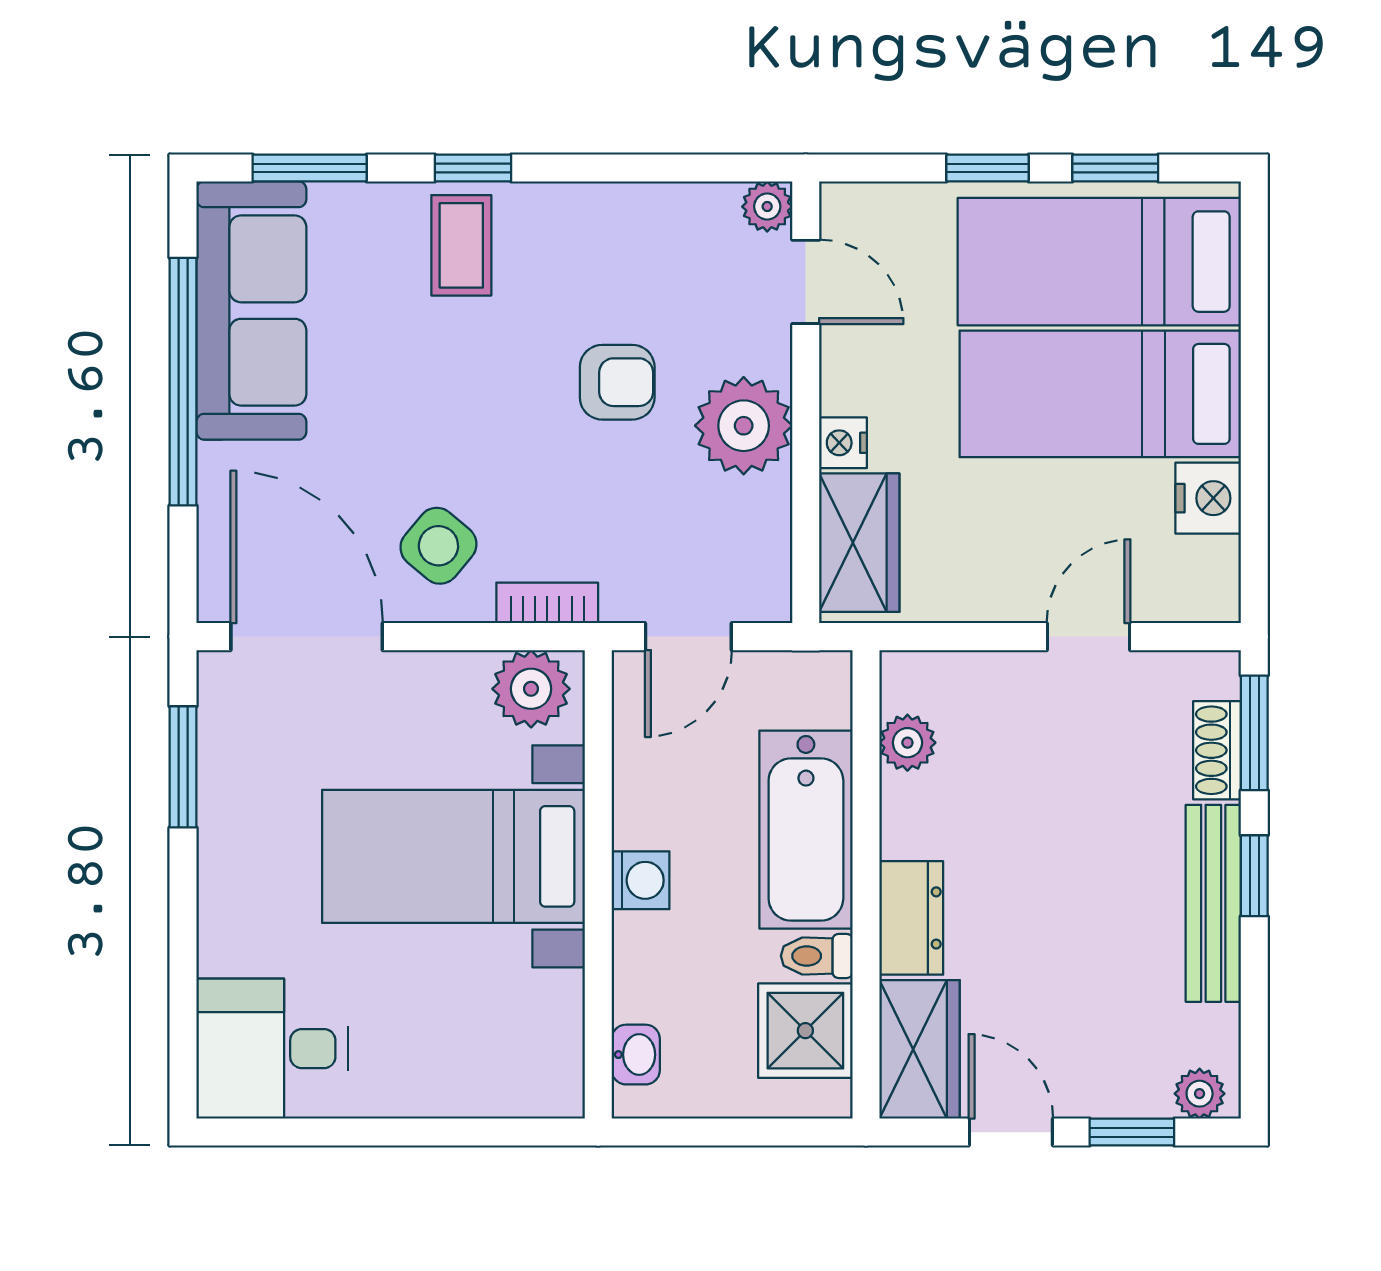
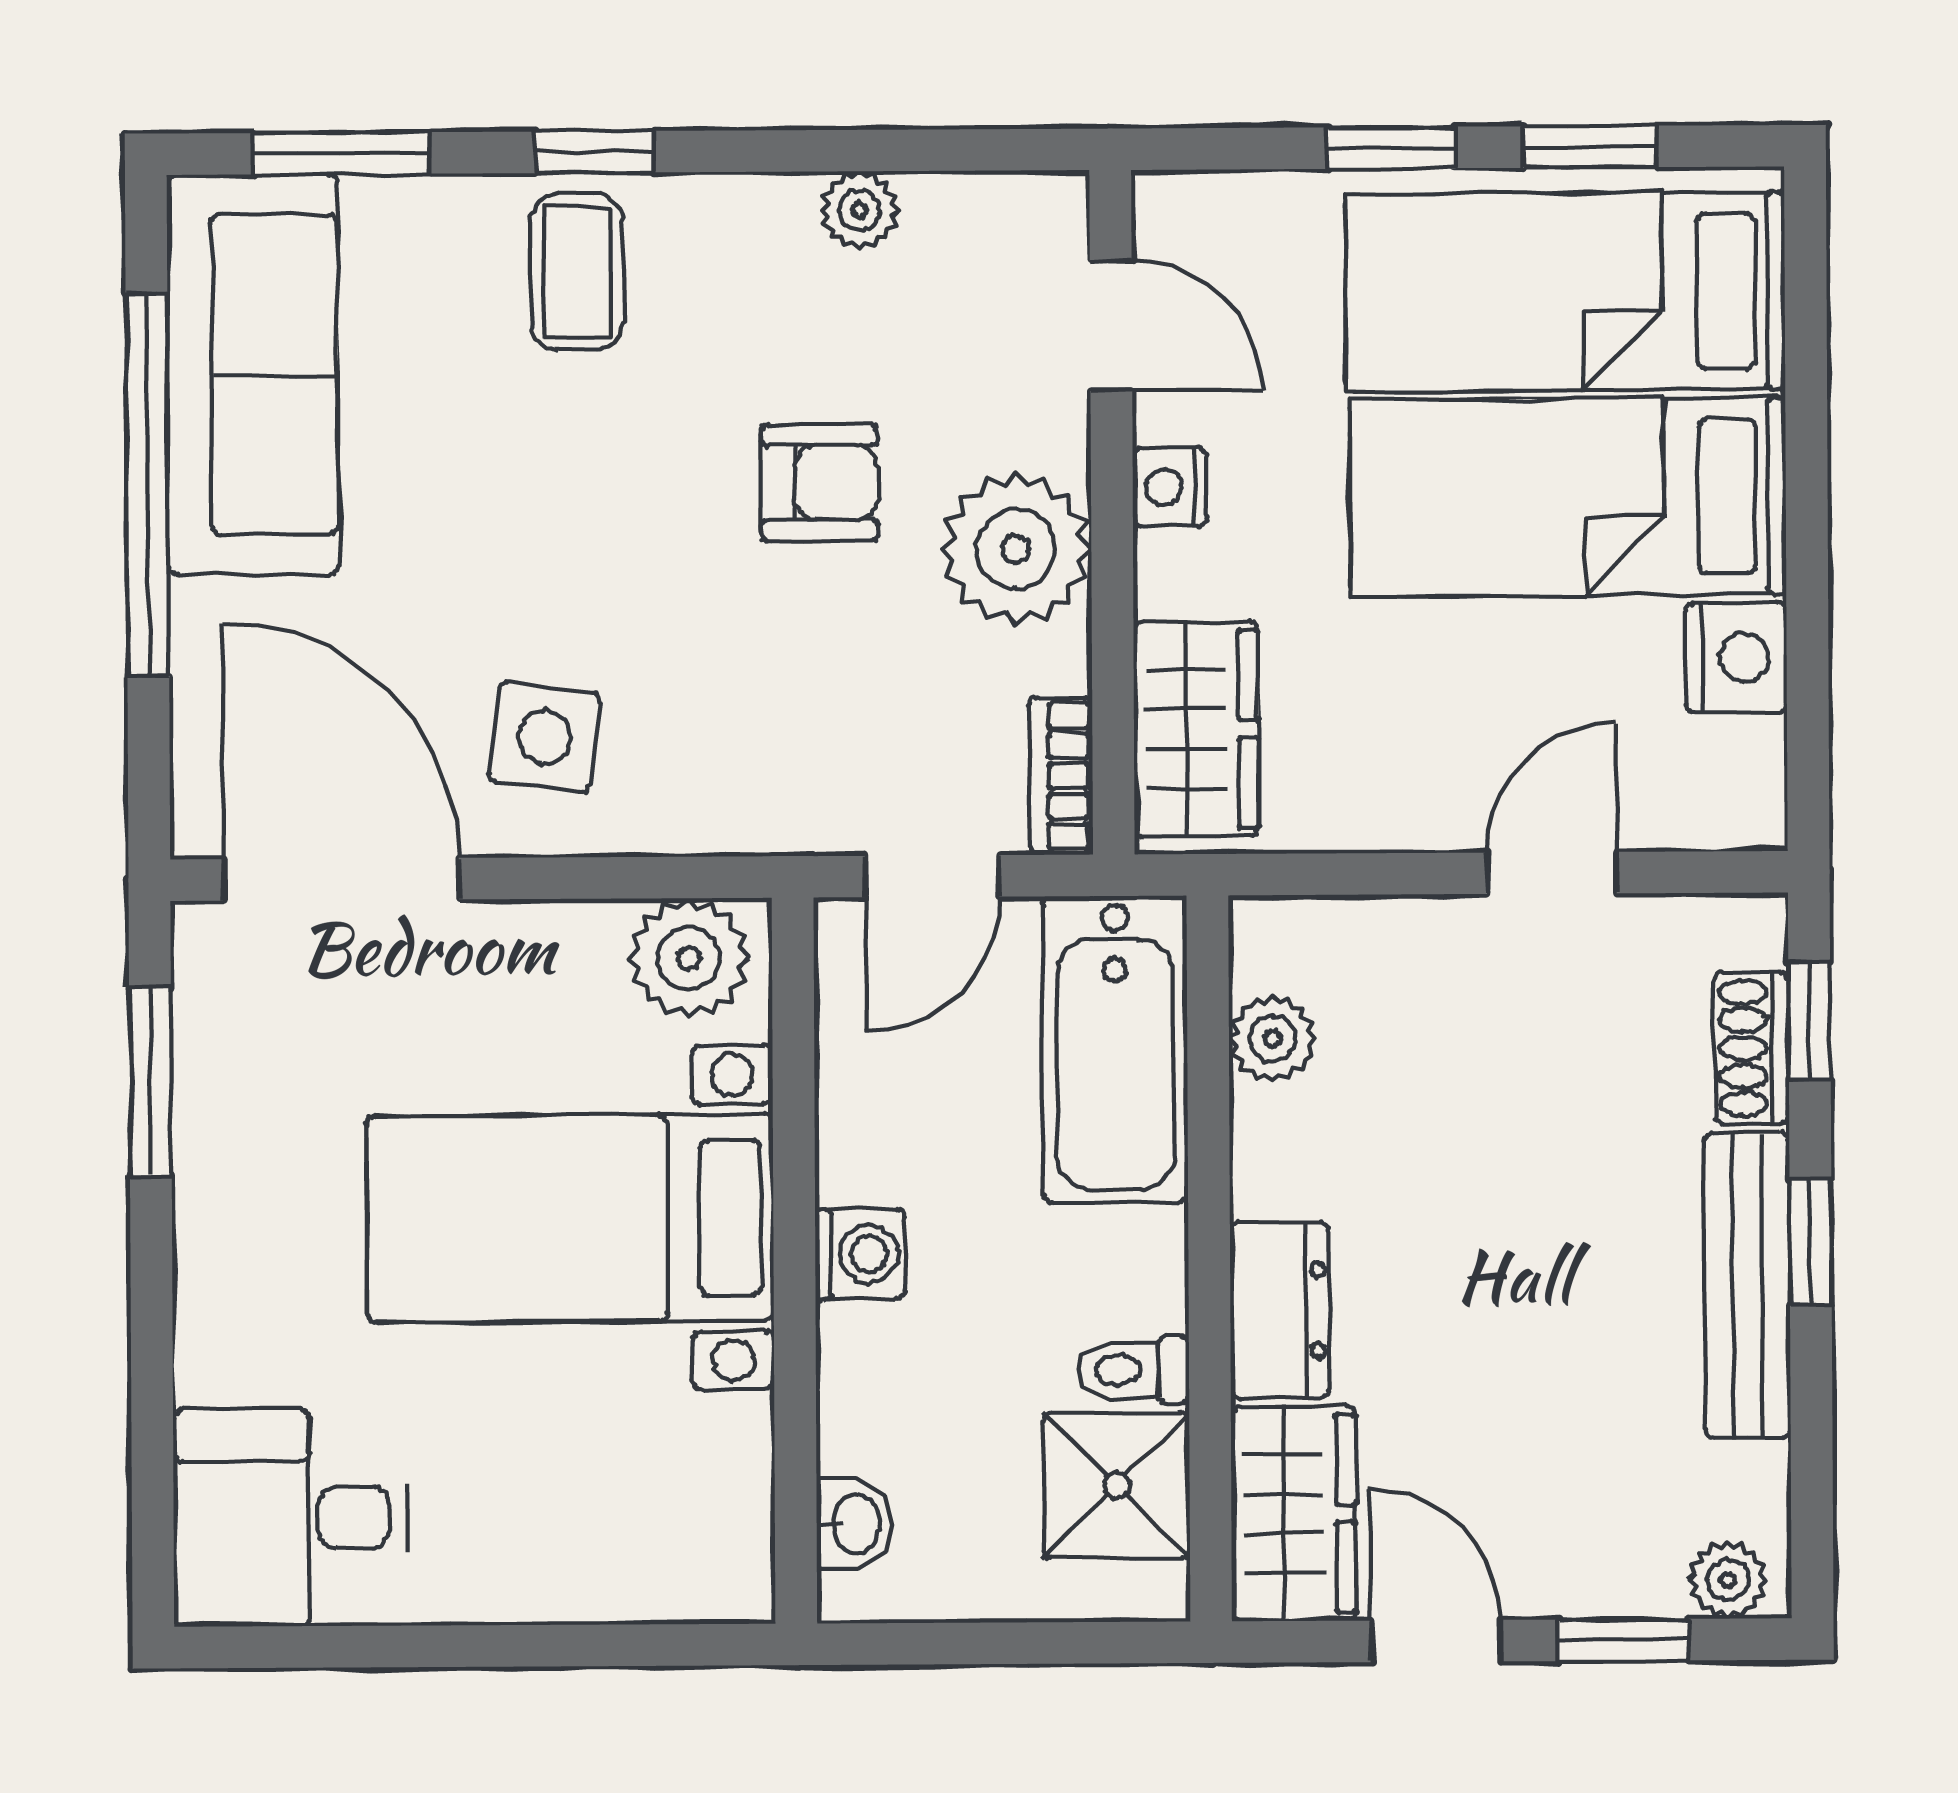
plant: (767, 207) -> (859, 210), moved
nightstand: (843, 443) -> (1170, 487), moved
side table: (438, 546) -> (544, 737), turned -32
bookcase: (547, 603) -> (1061, 776), moved, turned -90
window: (1254, 733) -> (1809, 1021), width x0.67
bathtub: (806, 830) -> (1115, 1049), moved

